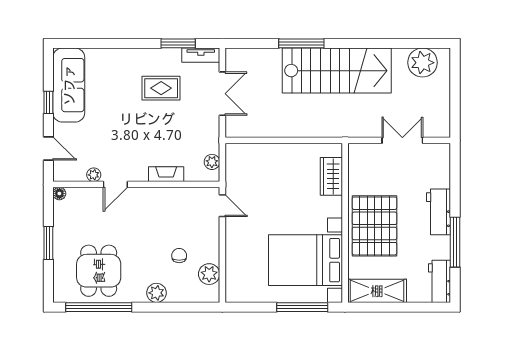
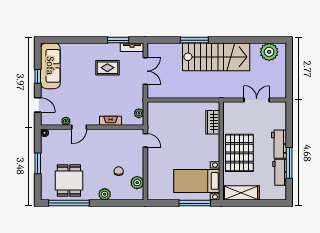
bed with nightstands: (305, 260) -> (197, 181), width x0.73
workbench: (439, 281) -> (280, 172), moved

